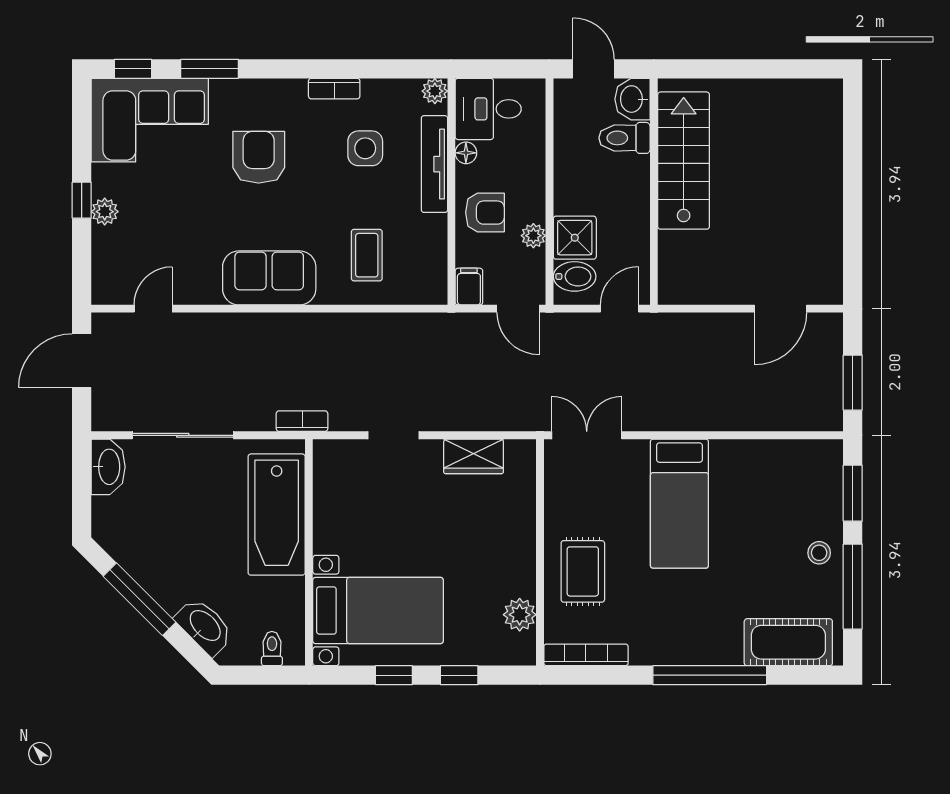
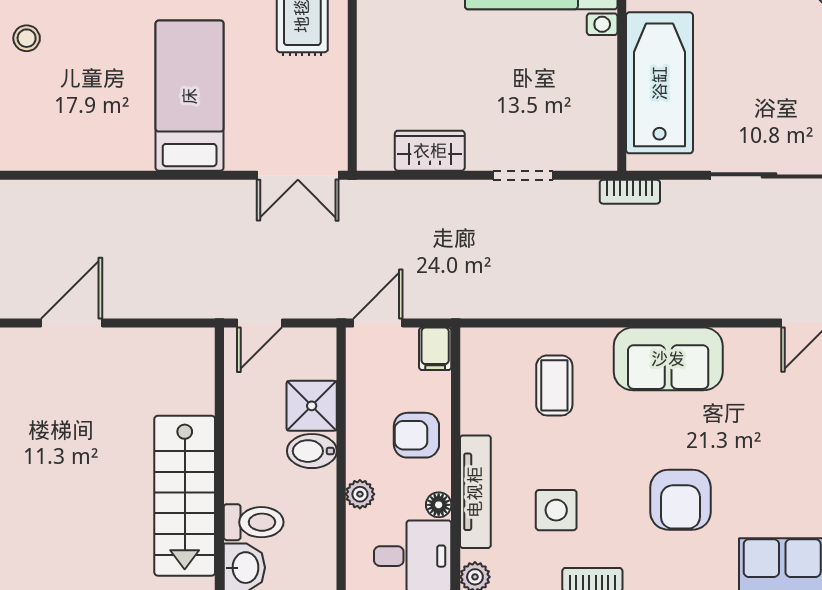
plant: (533, 236) -> (360, 494), moved
bidet: (575, 276) -> (312, 451), moved
door: (518, 309) -> (378, 323), hinge flipped

